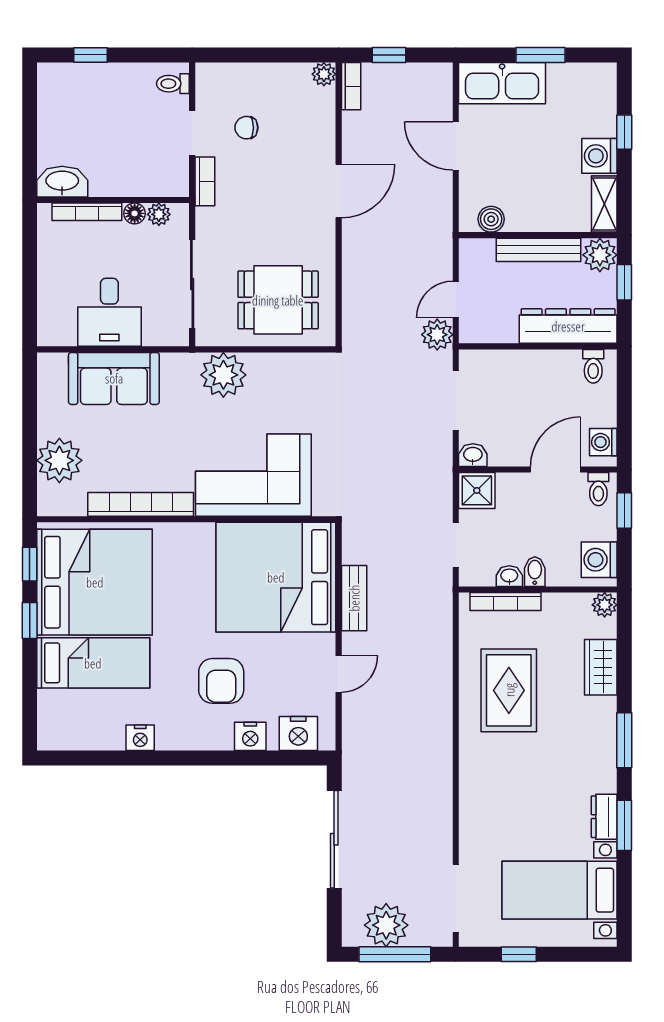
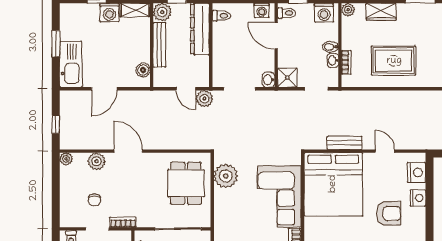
bookcase: (351, 86) -> (72, 144), removed
plant: (319, 131) -> (96, 161), added
plant: (223, 375) -> (226, 176), moved
bookcase: (505, 602) -> (346, 62), width x0.64

